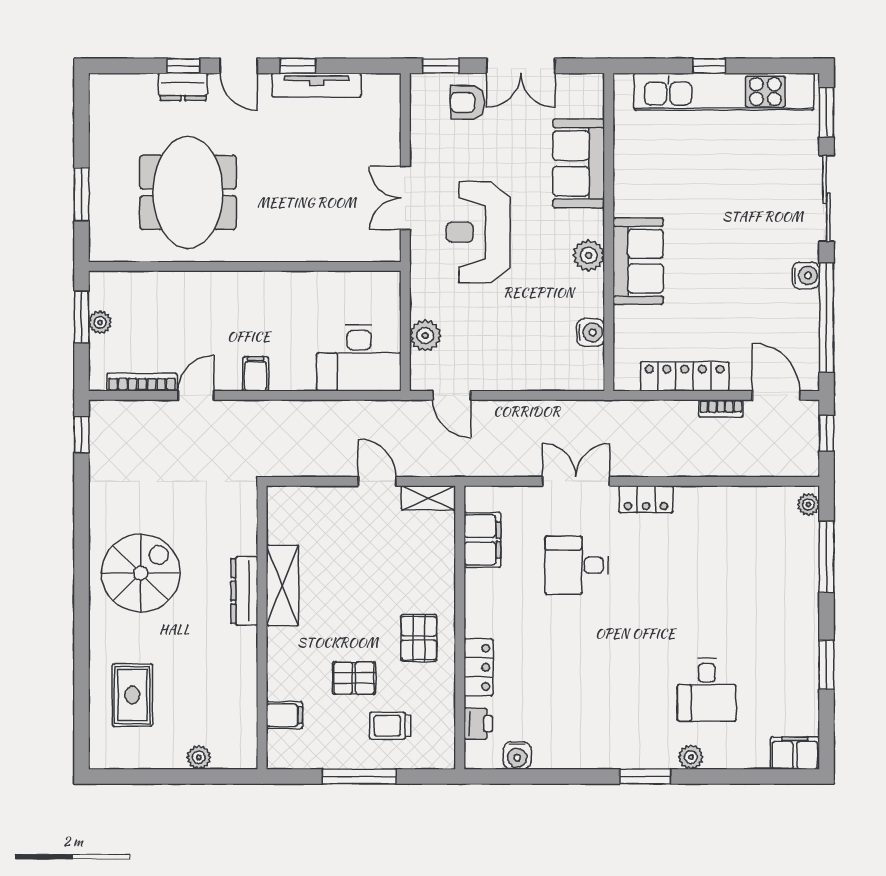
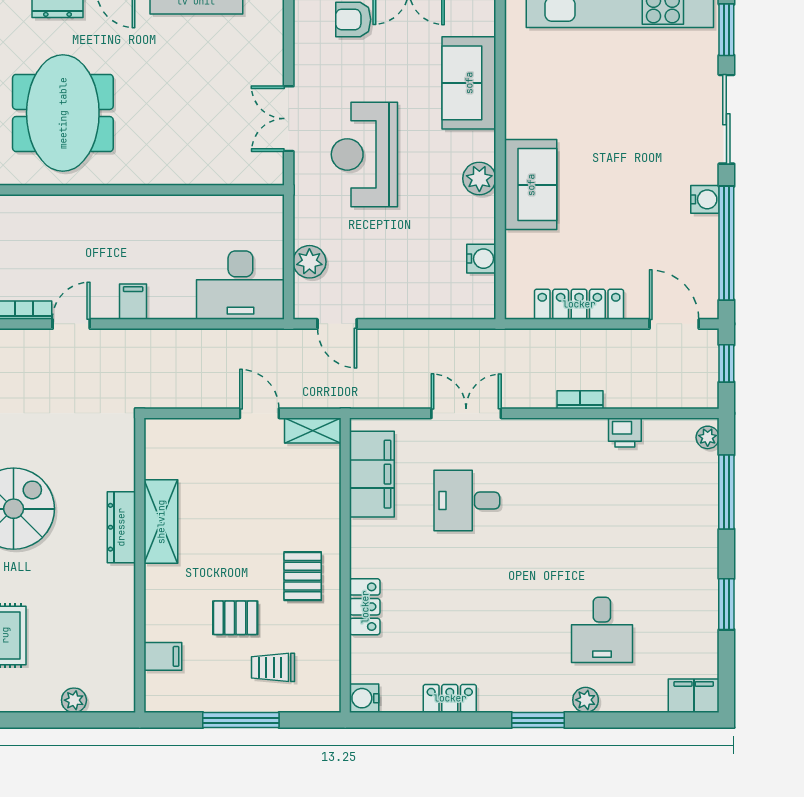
bookcase: (721, 408) -> (580, 400), moved, turned 180
locker: (646, 499) -> (450, 698), moved, turned 180
filing cabinet: (482, 540) -> (372, 474), width x1.50, depth x1.17
printer: (478, 724) -> (625, 432), moved, turned 90
water cooler: (517, 755) -> (364, 698), moved, turned 90

